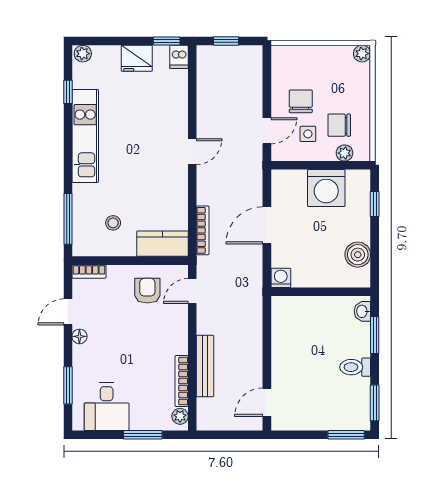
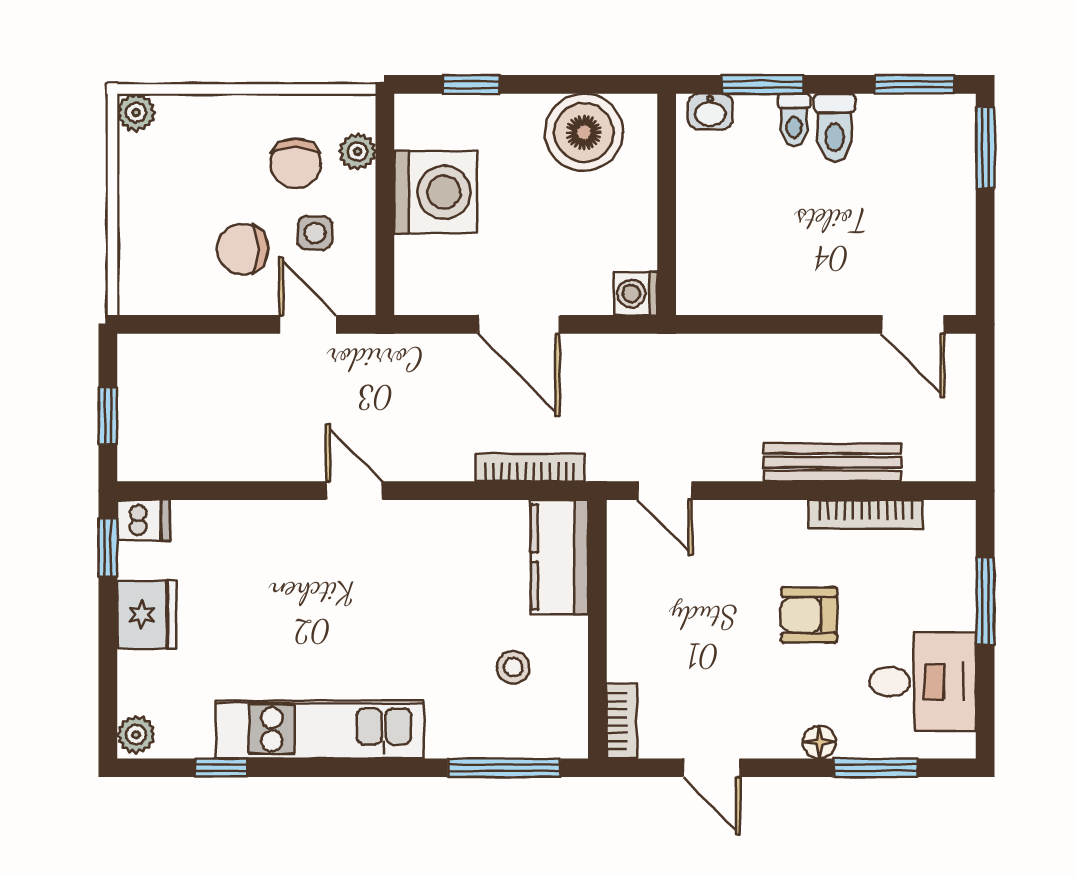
boiler: (358, 255) -> (584, 132), width x1.37, depth x1.37
armchair: (147, 291) -> (809, 615), moved
floor lamp: (79, 336) -> (819, 742), moved
toilet: (359, 349) -> (794, 120), added
plant: (180, 416) -> (944, 518), removed

